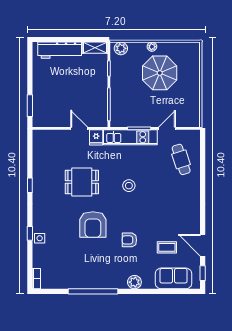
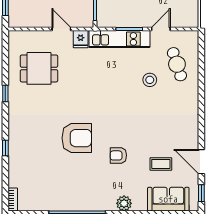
dining table: (82, 182) -> (39, 68), moved
stool: (129, 186) -> (150, 80), moved
armchair: (93, 225) -> (77, 138), turned -90
side table: (40, 238) -> (16, 154), removed

